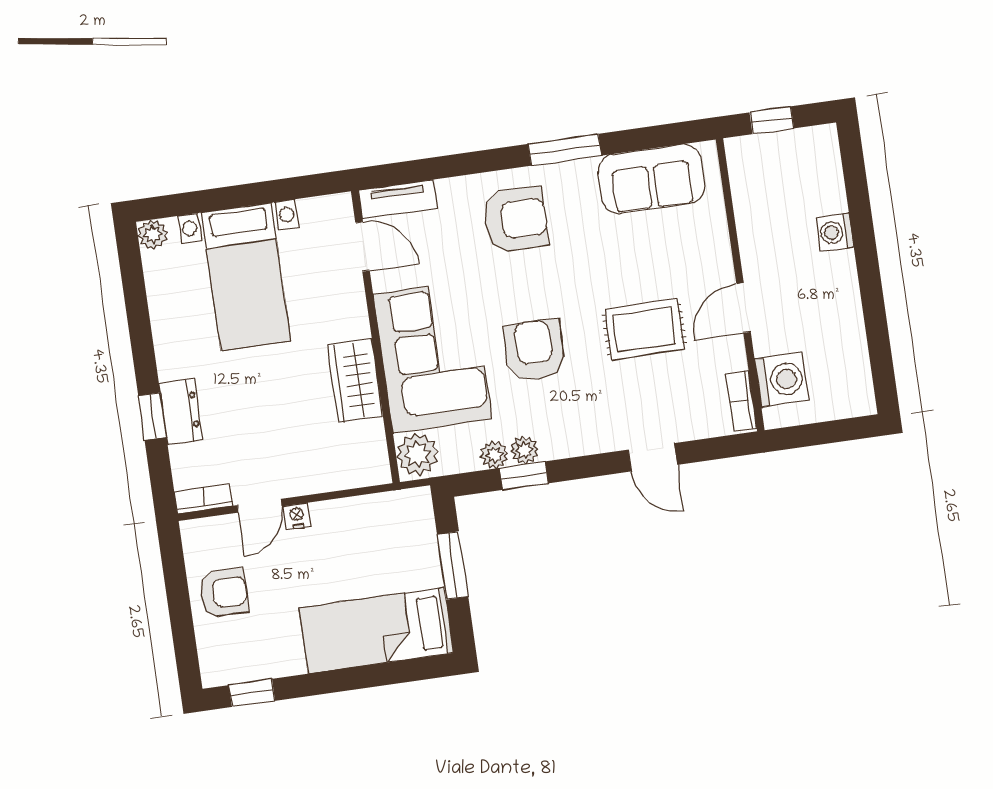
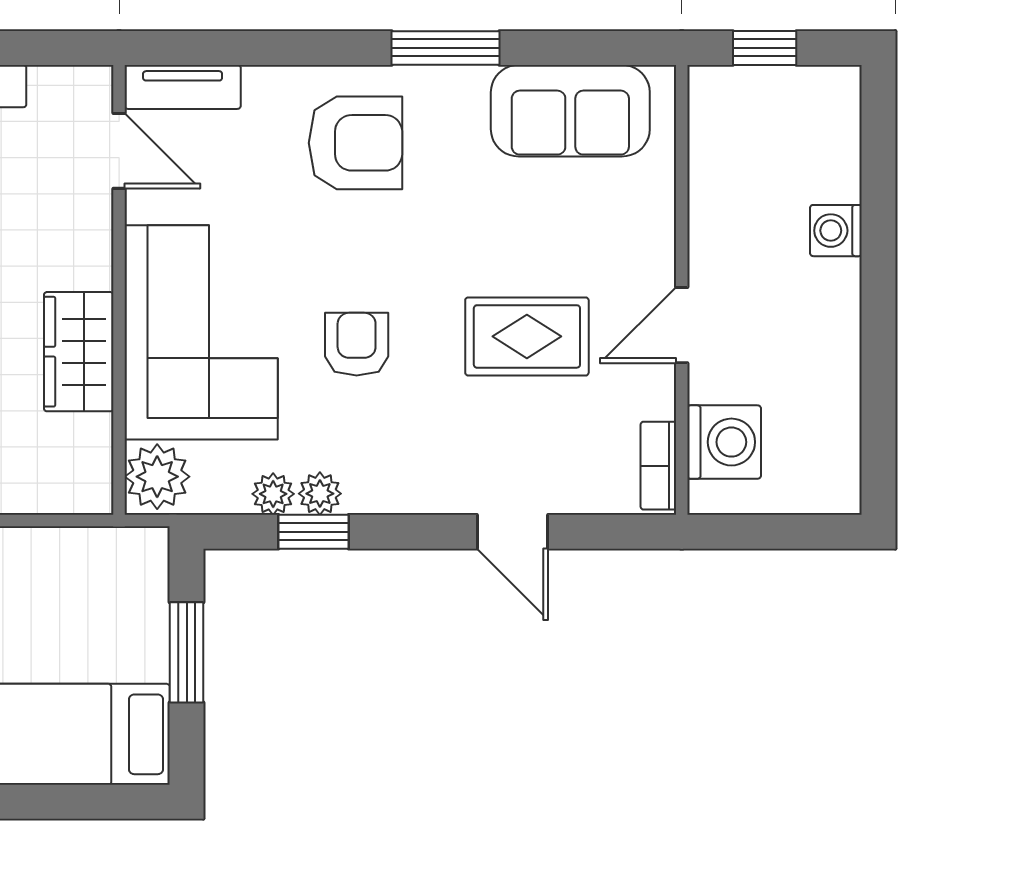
armchair: (534, 350) -> (357, 344), width x0.72, depth x0.72

